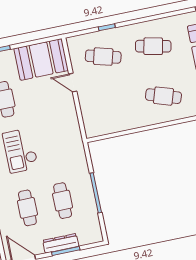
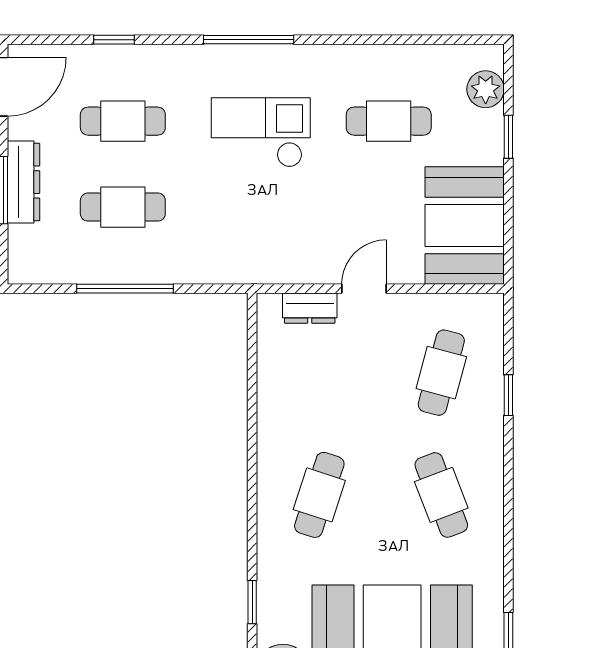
cafe table: (153, 46) -> (441, 495), turned -33
door: (73, 83) -> (364, 289), moved
dresser: (88, 116) -> (310, 308), added

